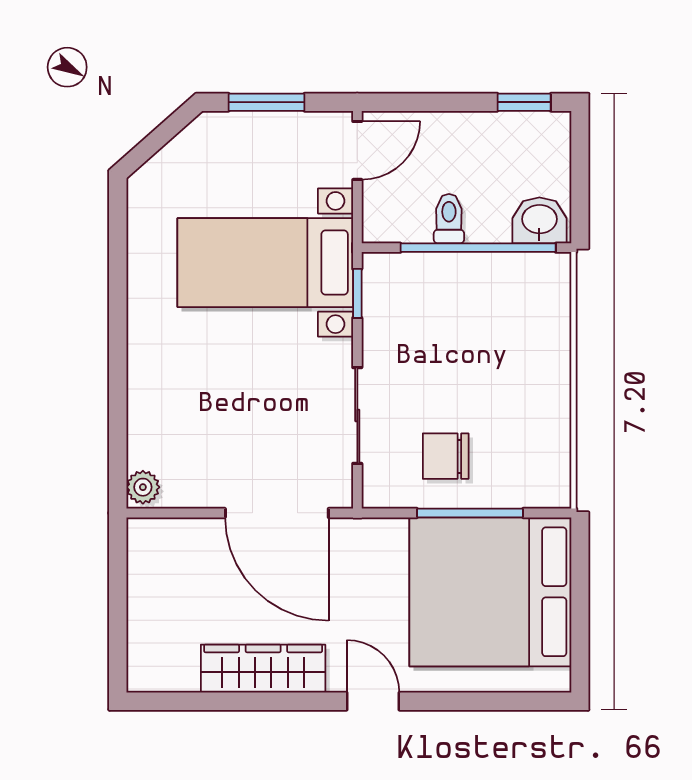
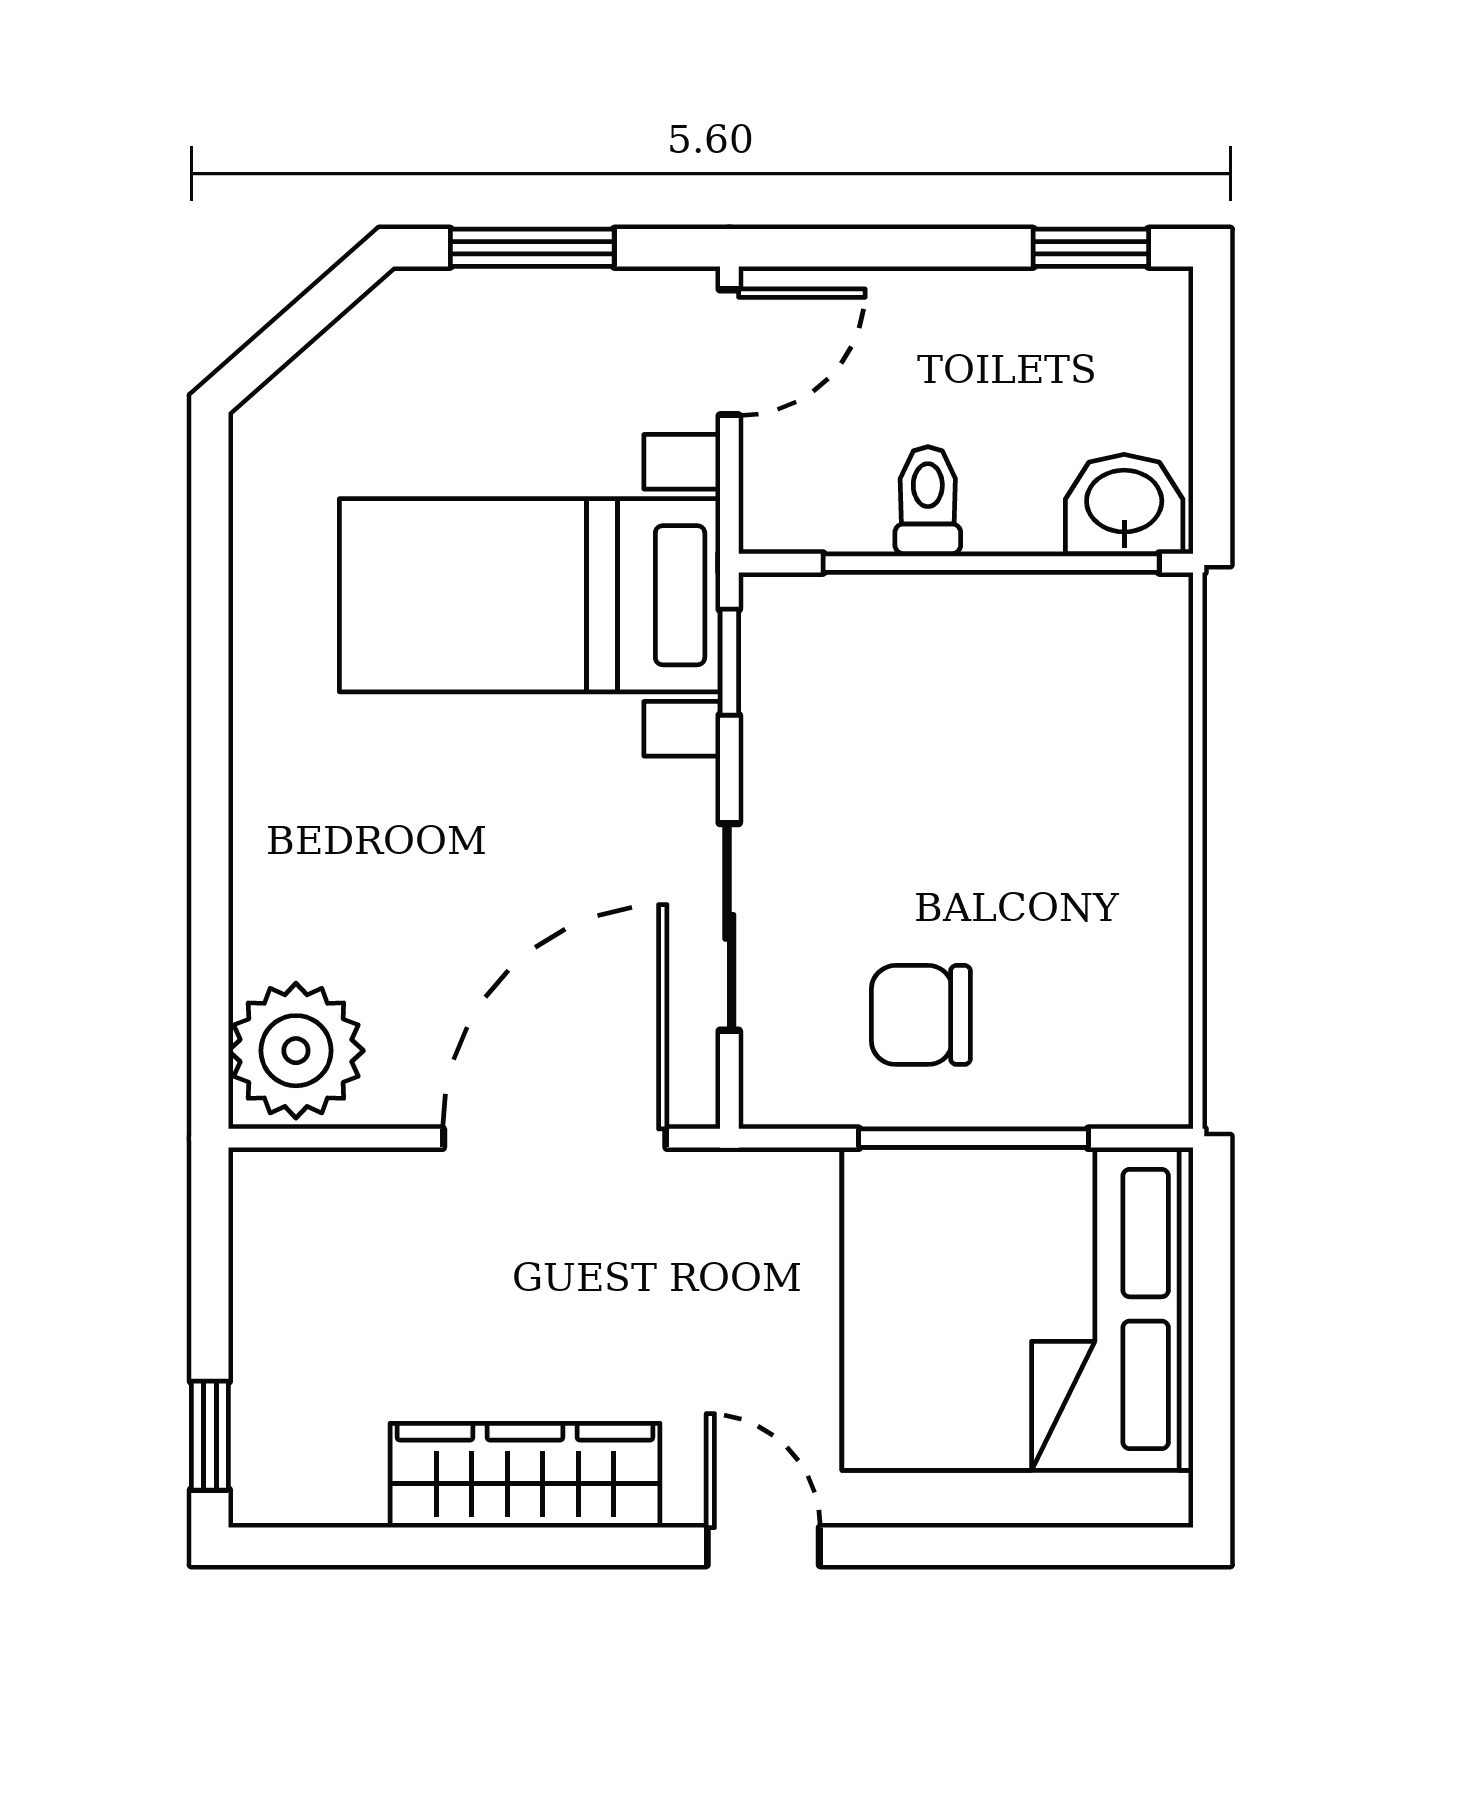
plant: (143, 487) -> (296, 1051), width x1.88, depth x1.88
door: (277, 513) -> (555, 1138), swing flipped
window: (118, 650) -> (210, 1436), added

